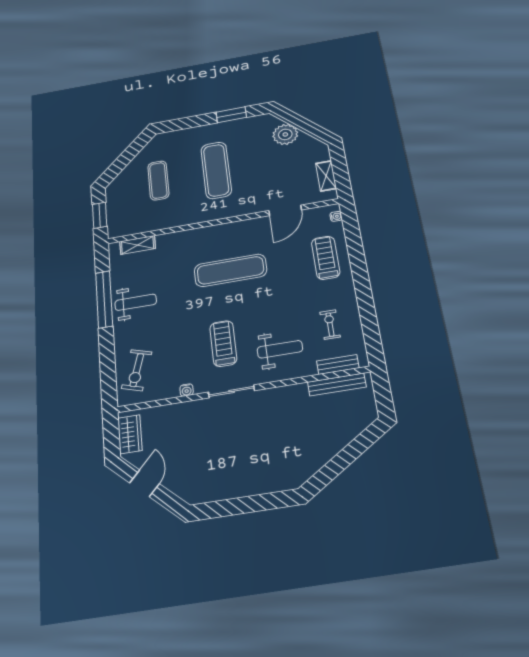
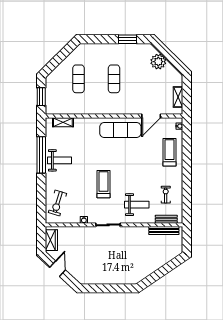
exercise mat: (216, 170) -> (114, 79), width x0.73, depth x0.69
exercise mat: (230, 270) -> (120, 130), moved
treadmill: (223, 344) -> (103, 184), moved

